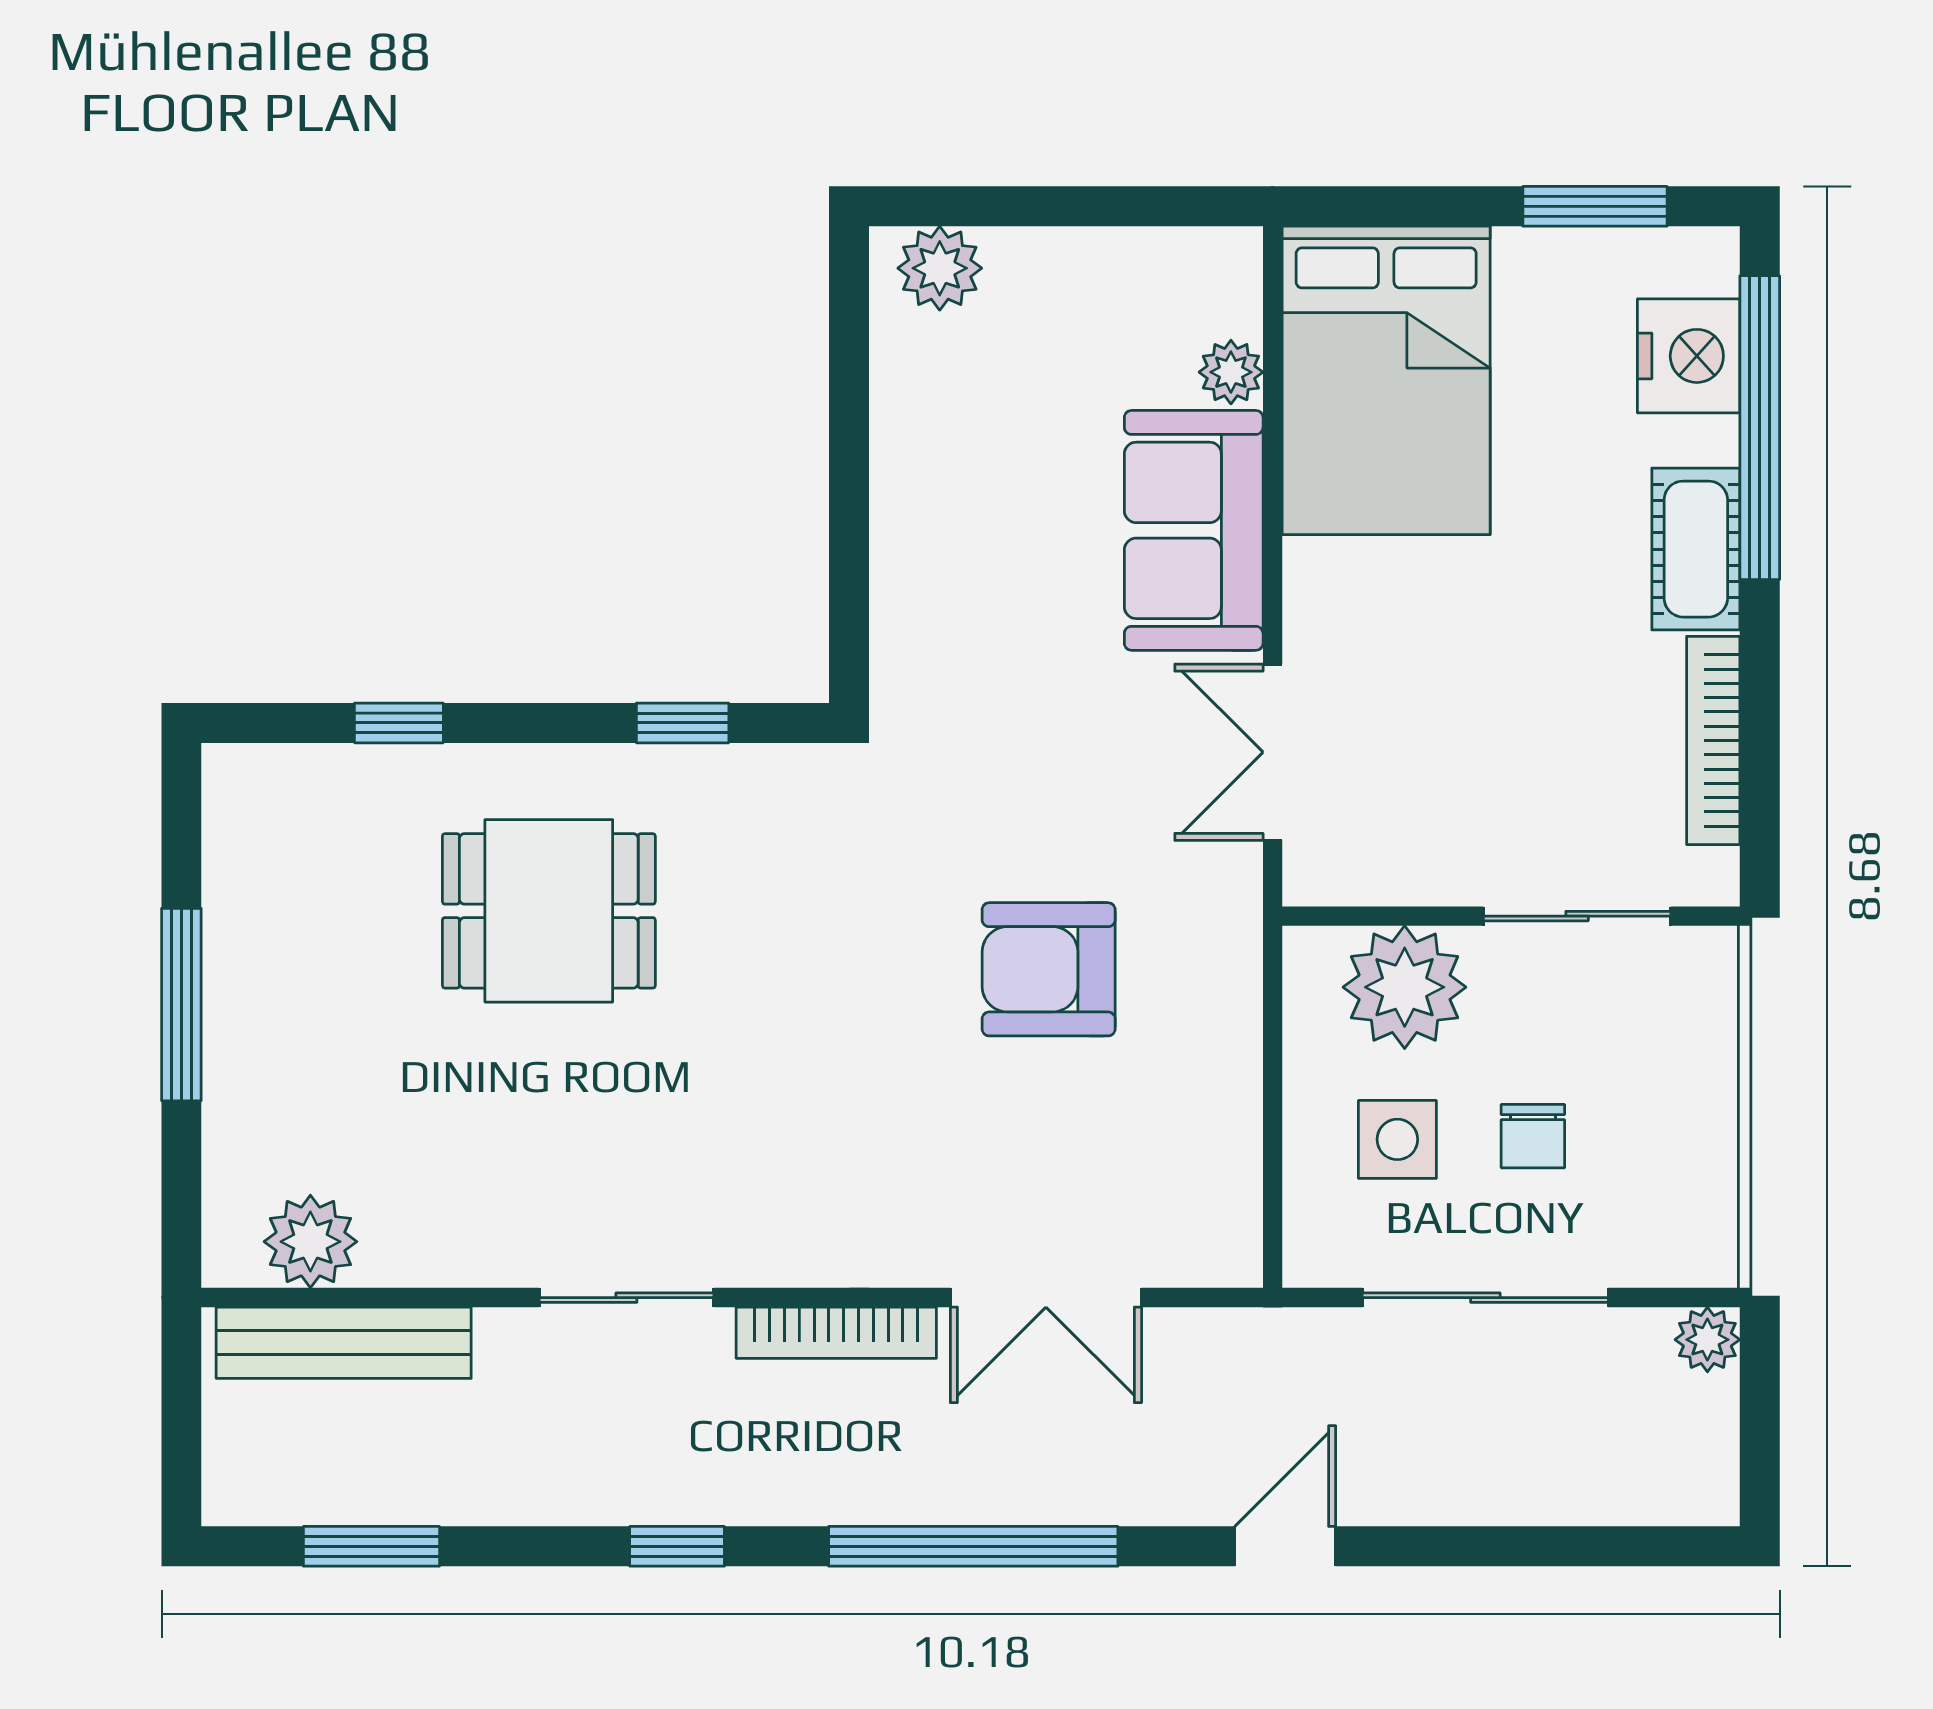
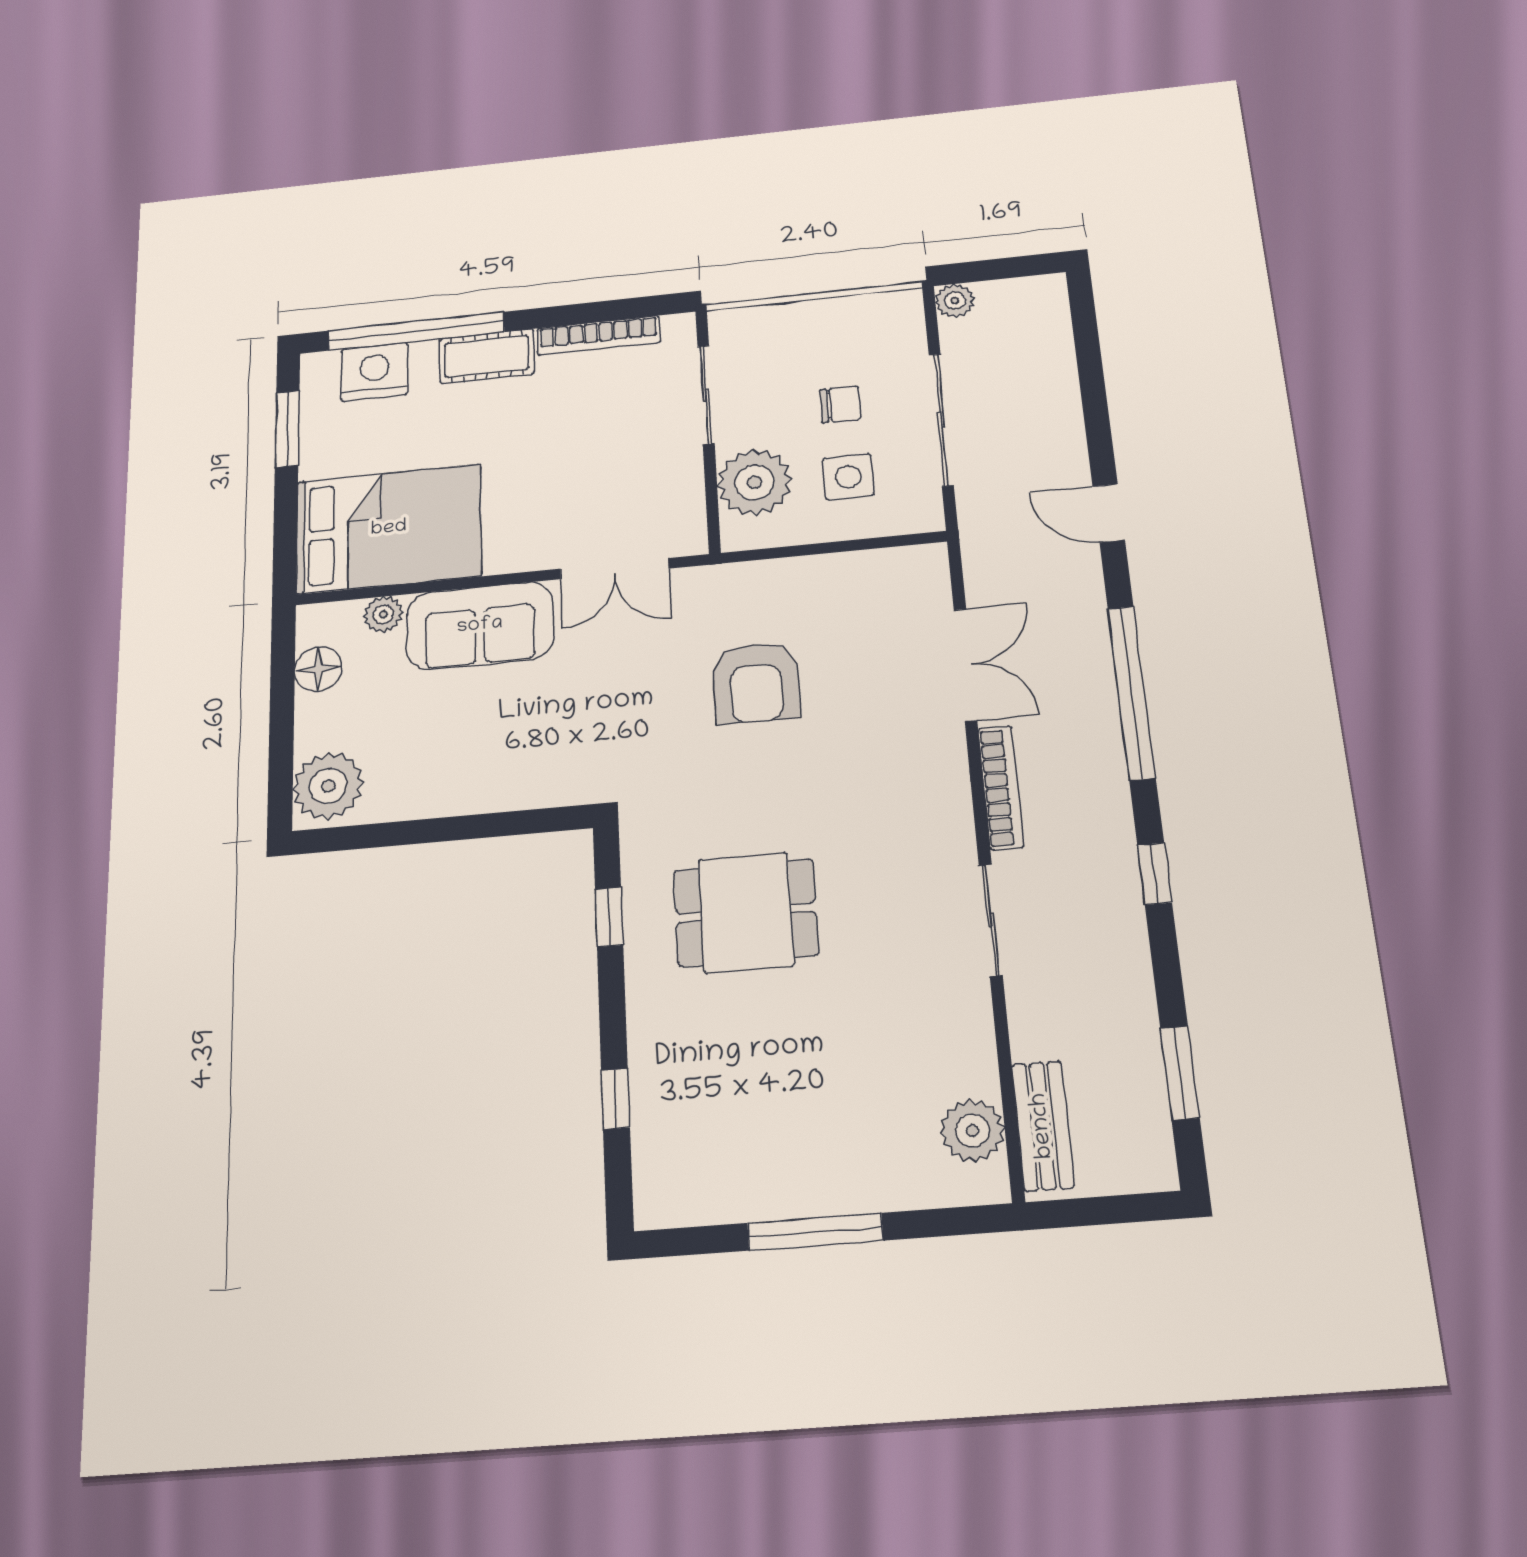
floor lamp: (1145, 265) -> (318, 669), added
plant: (940, 268) -> (328, 786), width x1.36, depth x1.36
dining table: (549, 911) -> (746, 913), moved, turned 90
bench: (344, 1343) -> (1043, 1126), width x0.73

